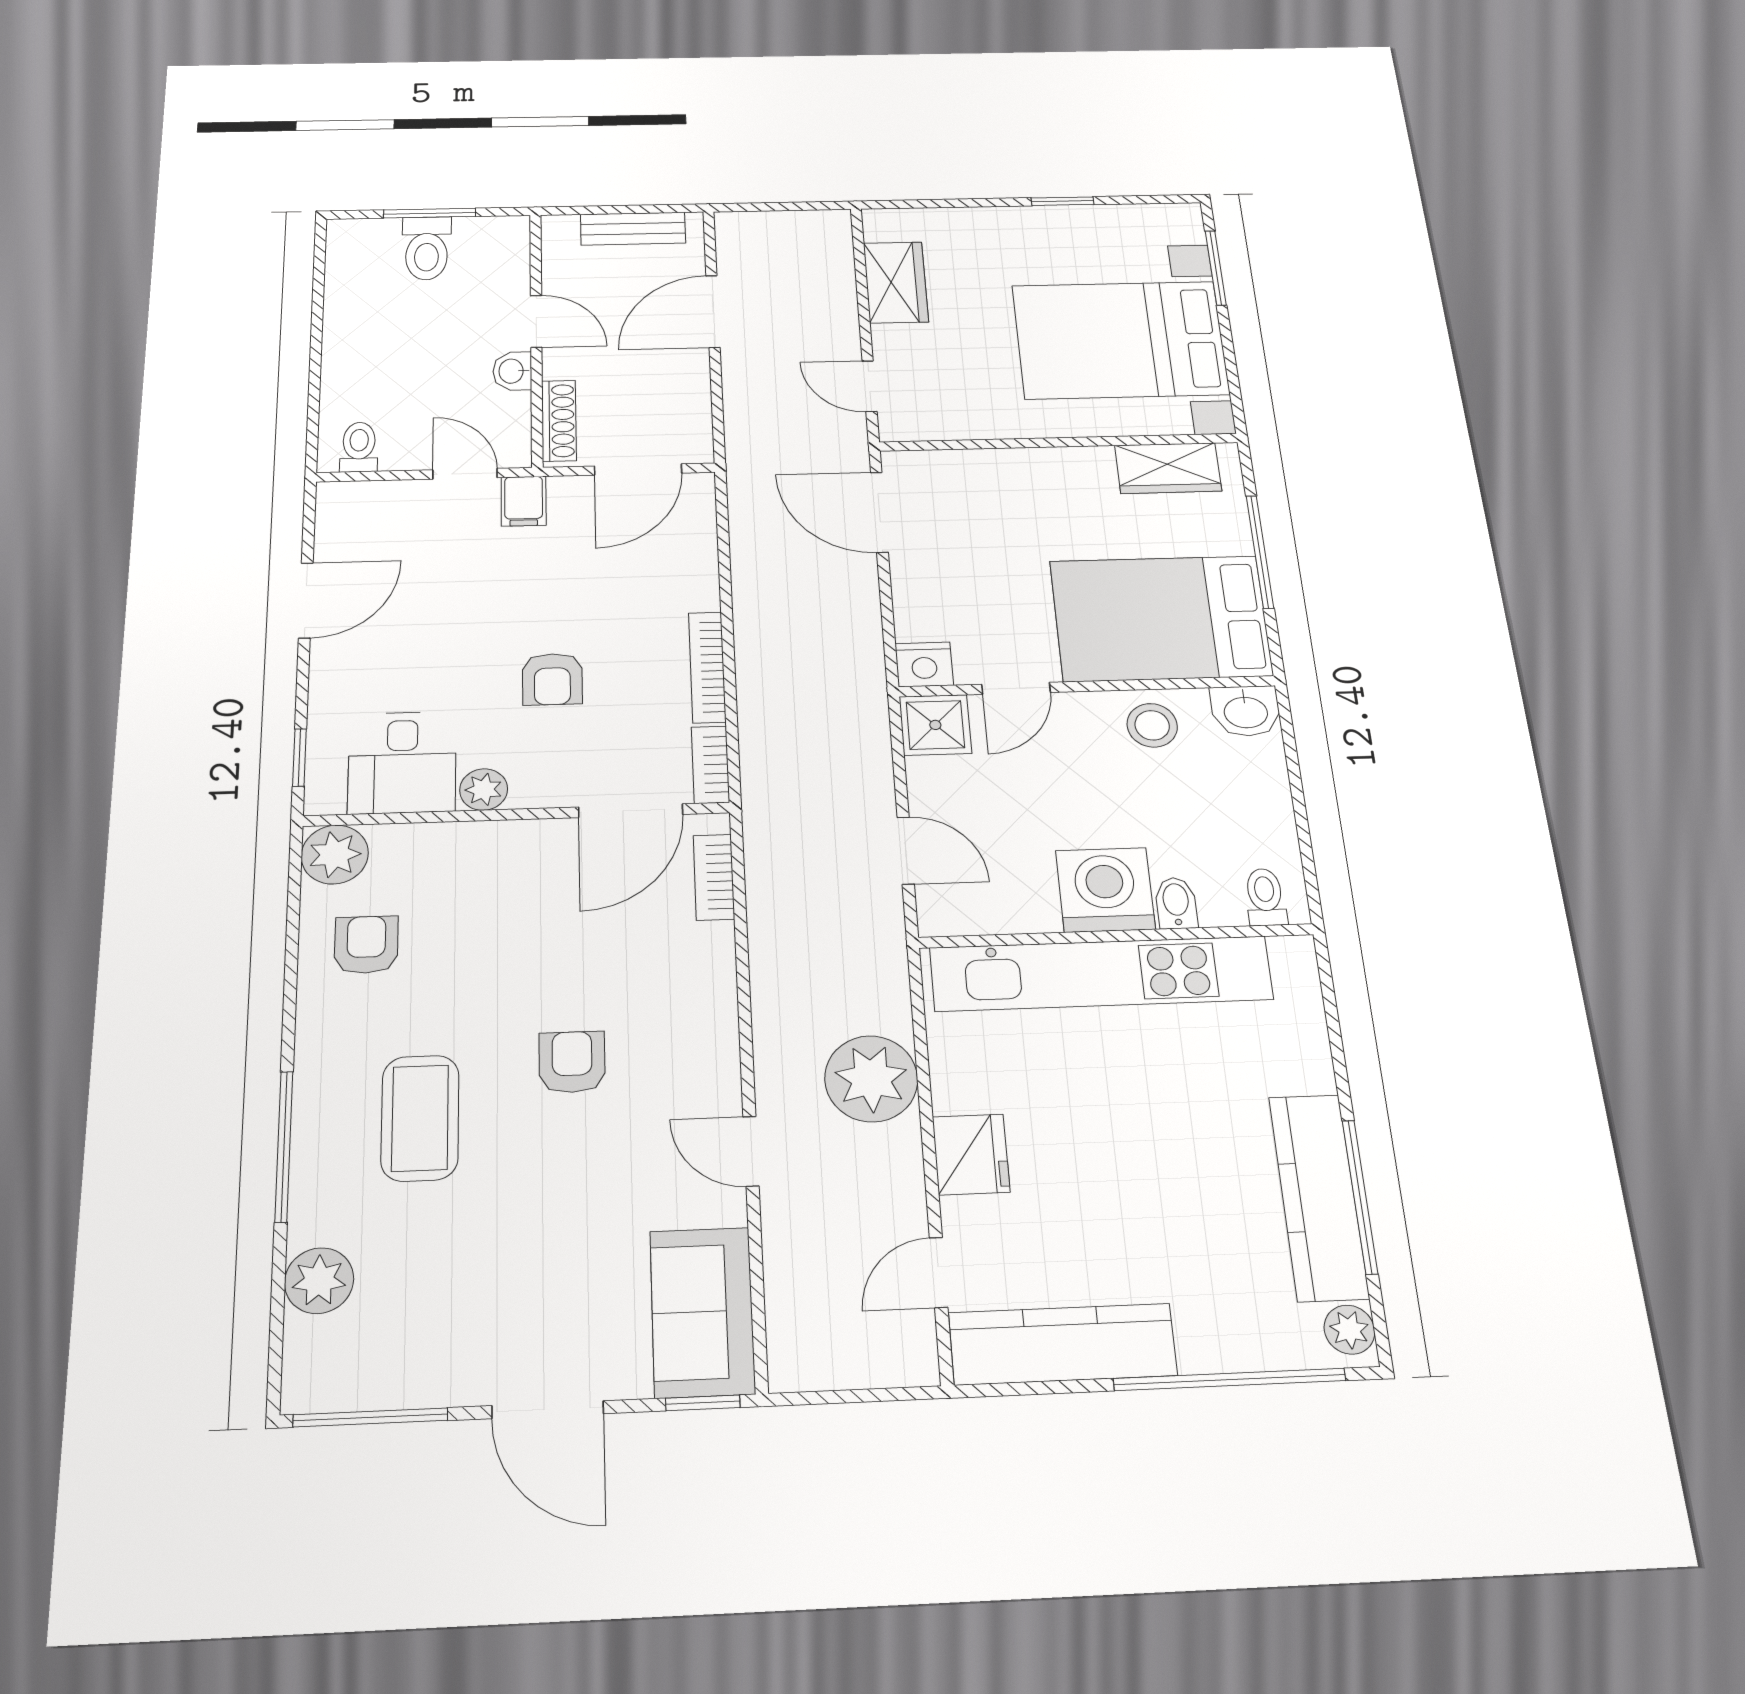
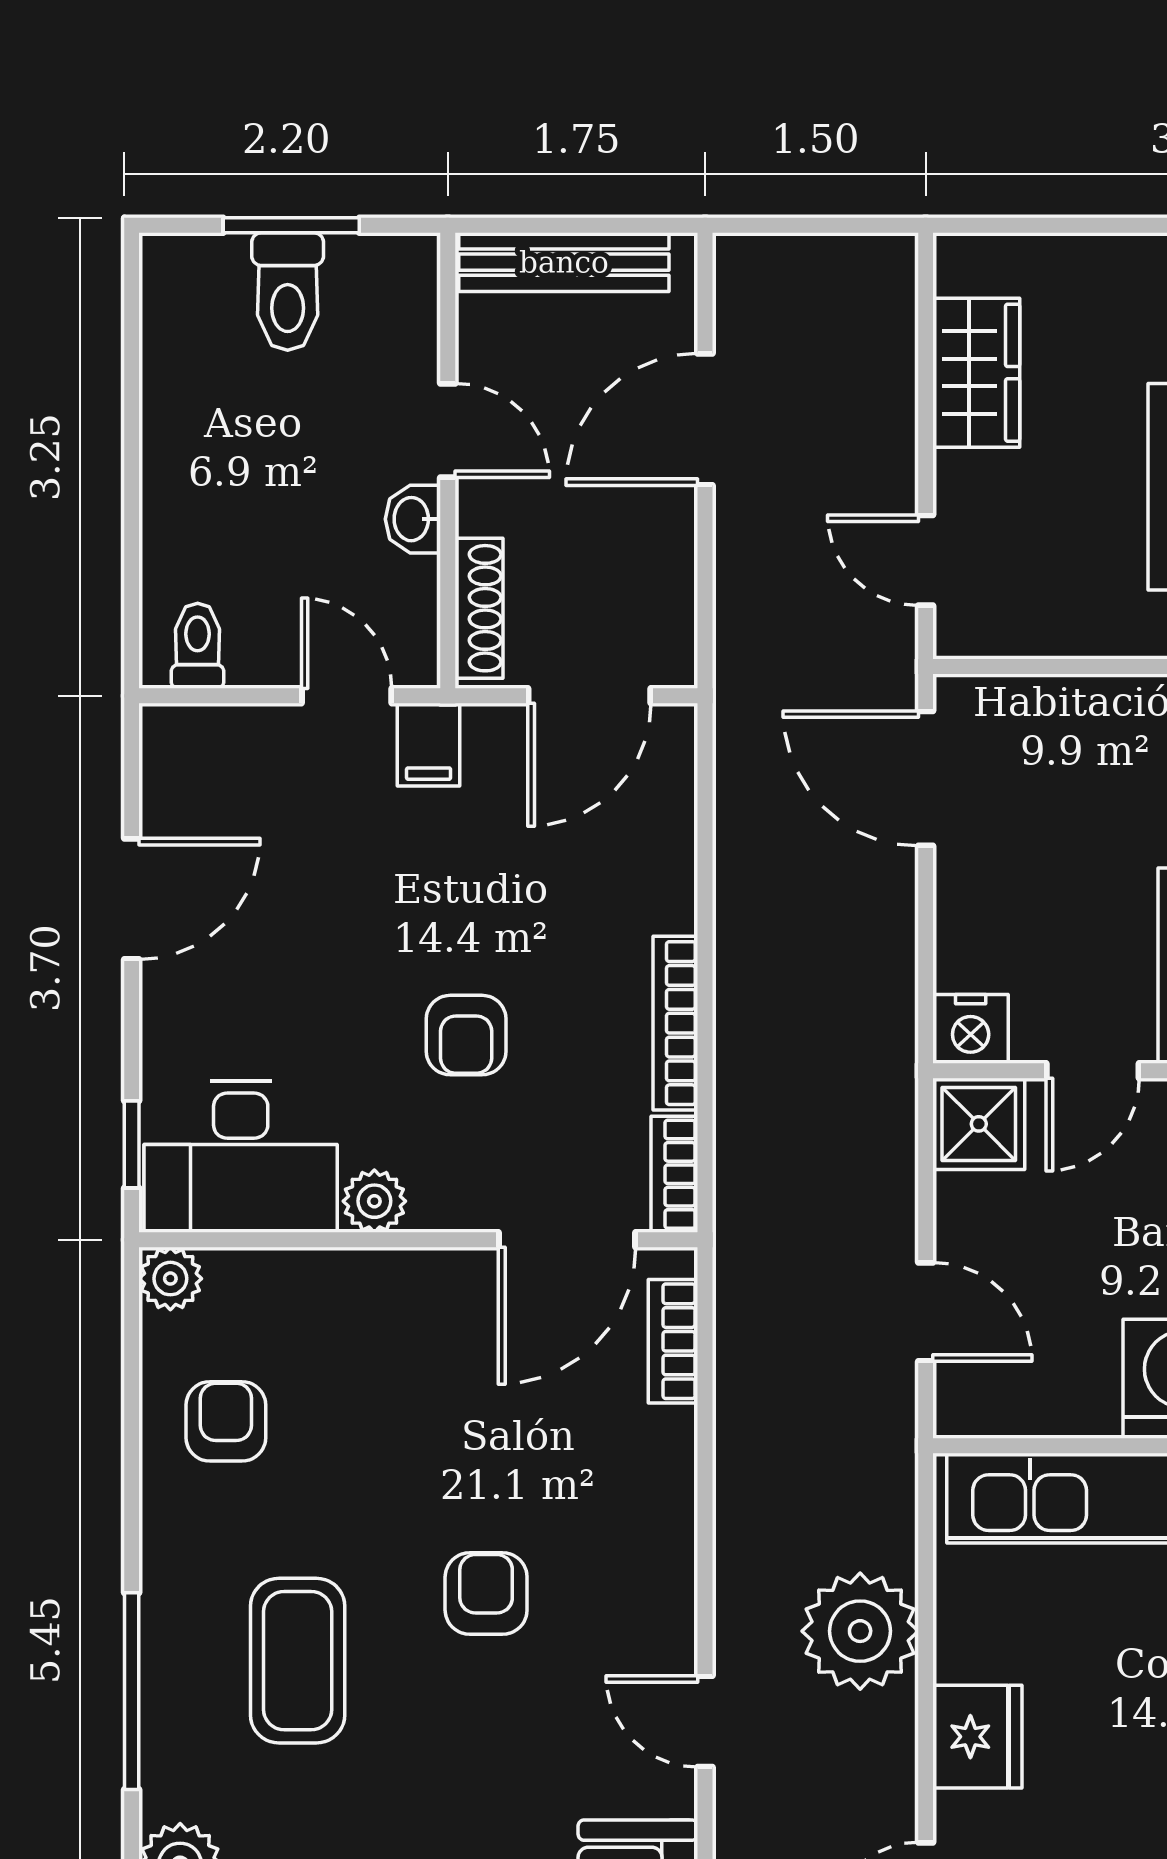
bench: (633, 229) -> (564, 262), width x1.36
desk: (402, 762) -> (241, 1157), width x1.37
plant: (335, 854) -> (170, 1279), width x0.73, depth x0.73

